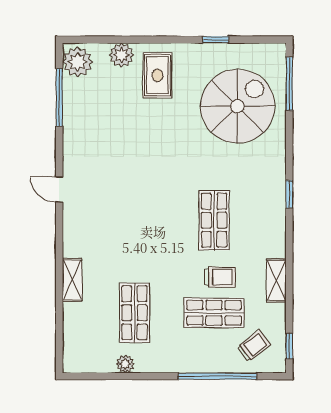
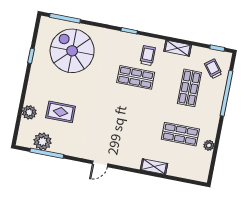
plant: (78, 62) -> (42, 141), moved
rug: (157, 75) -> (61, 112), moved
trolley: (220, 277) -> (148, 56), moved

